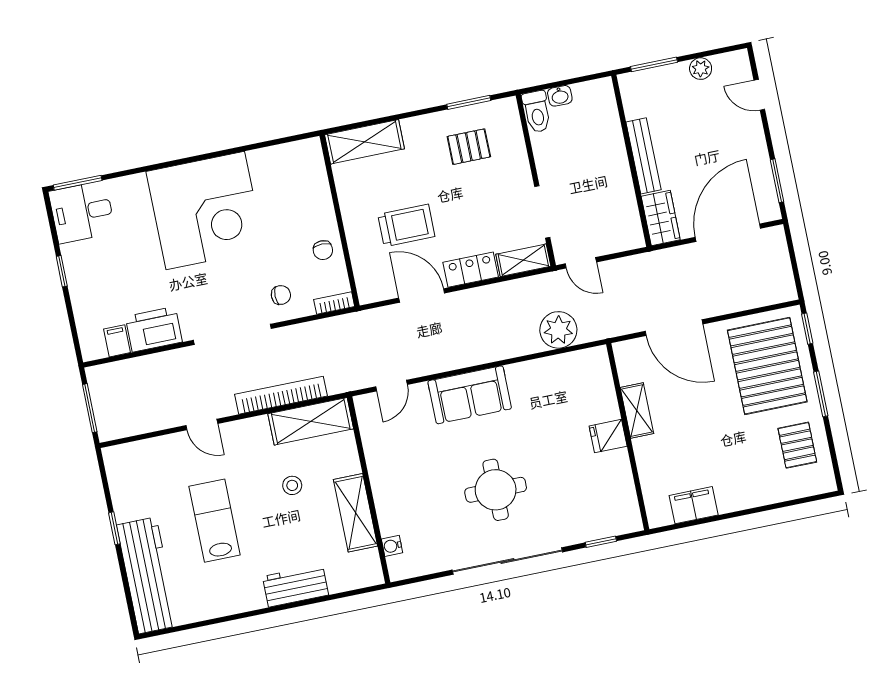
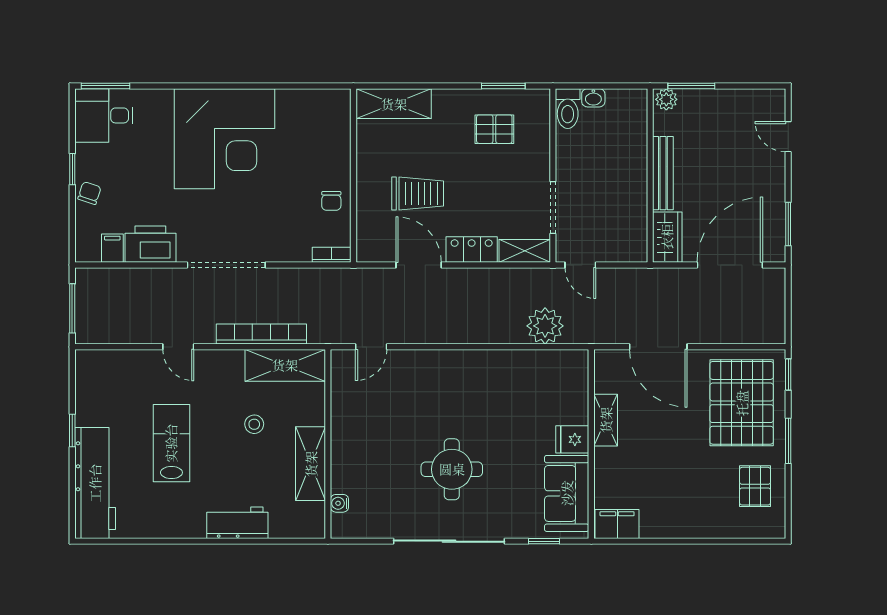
plant: (701, 69) -> (666, 99), moved
chair: (281, 295) -> (89, 193), moved, turned -72
sofa: (470, 395) -> (567, 493), moved, turned 90
filing cabinet: (694, 505) -> (617, 524), moved

